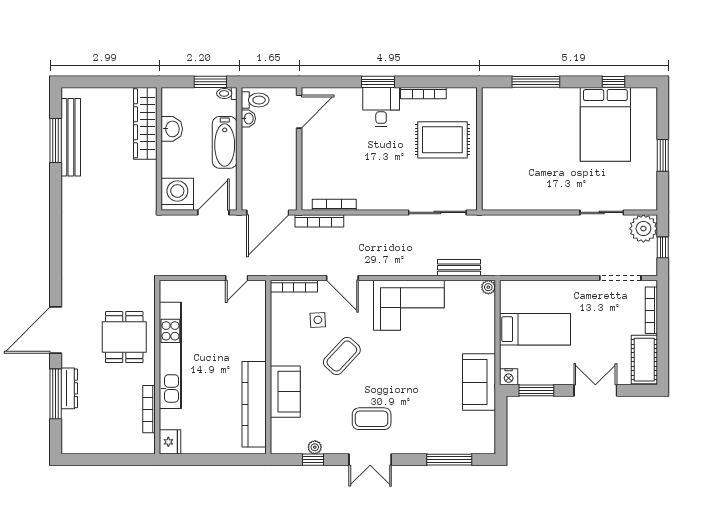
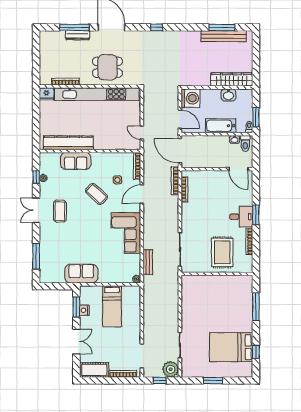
window: (56, 253) -> (156, 27), added
kitchen unit: (170, 355) -> (97, 94), width x1.36
nightstand: (509, 377) -> (84, 310), moved

